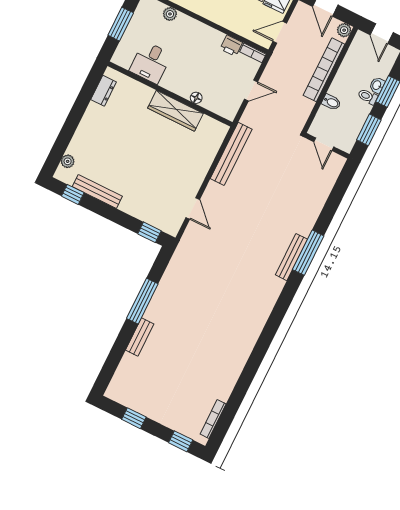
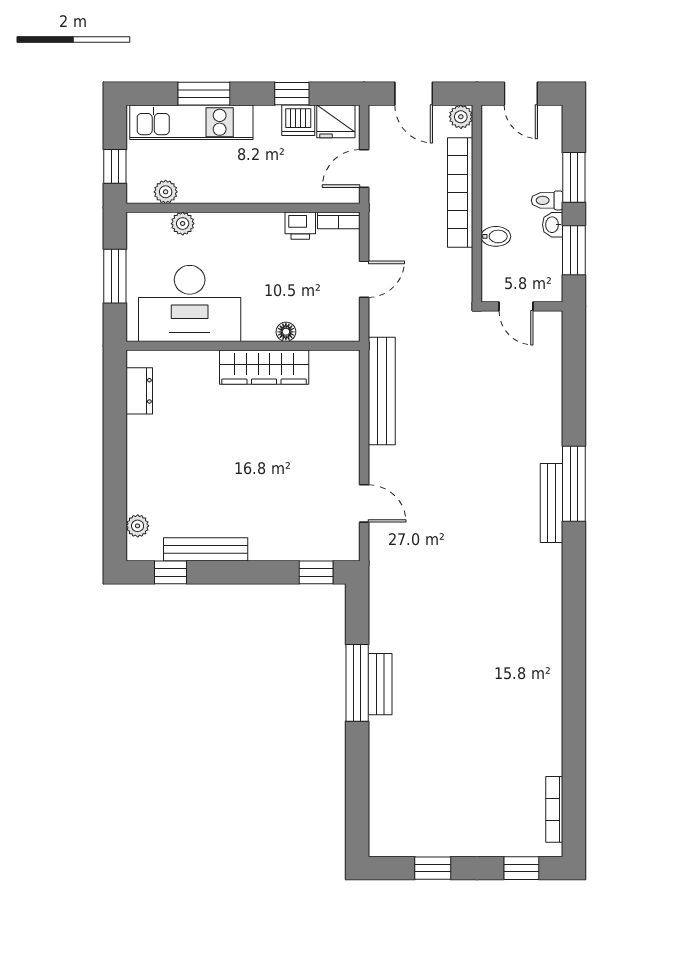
desk: (151, 62) -> (190, 303), width x1.87, depth x1.30
washbasin: (377, 85) -> (553, 225), moved
bench: (140, 337) -> (380, 684), moved

